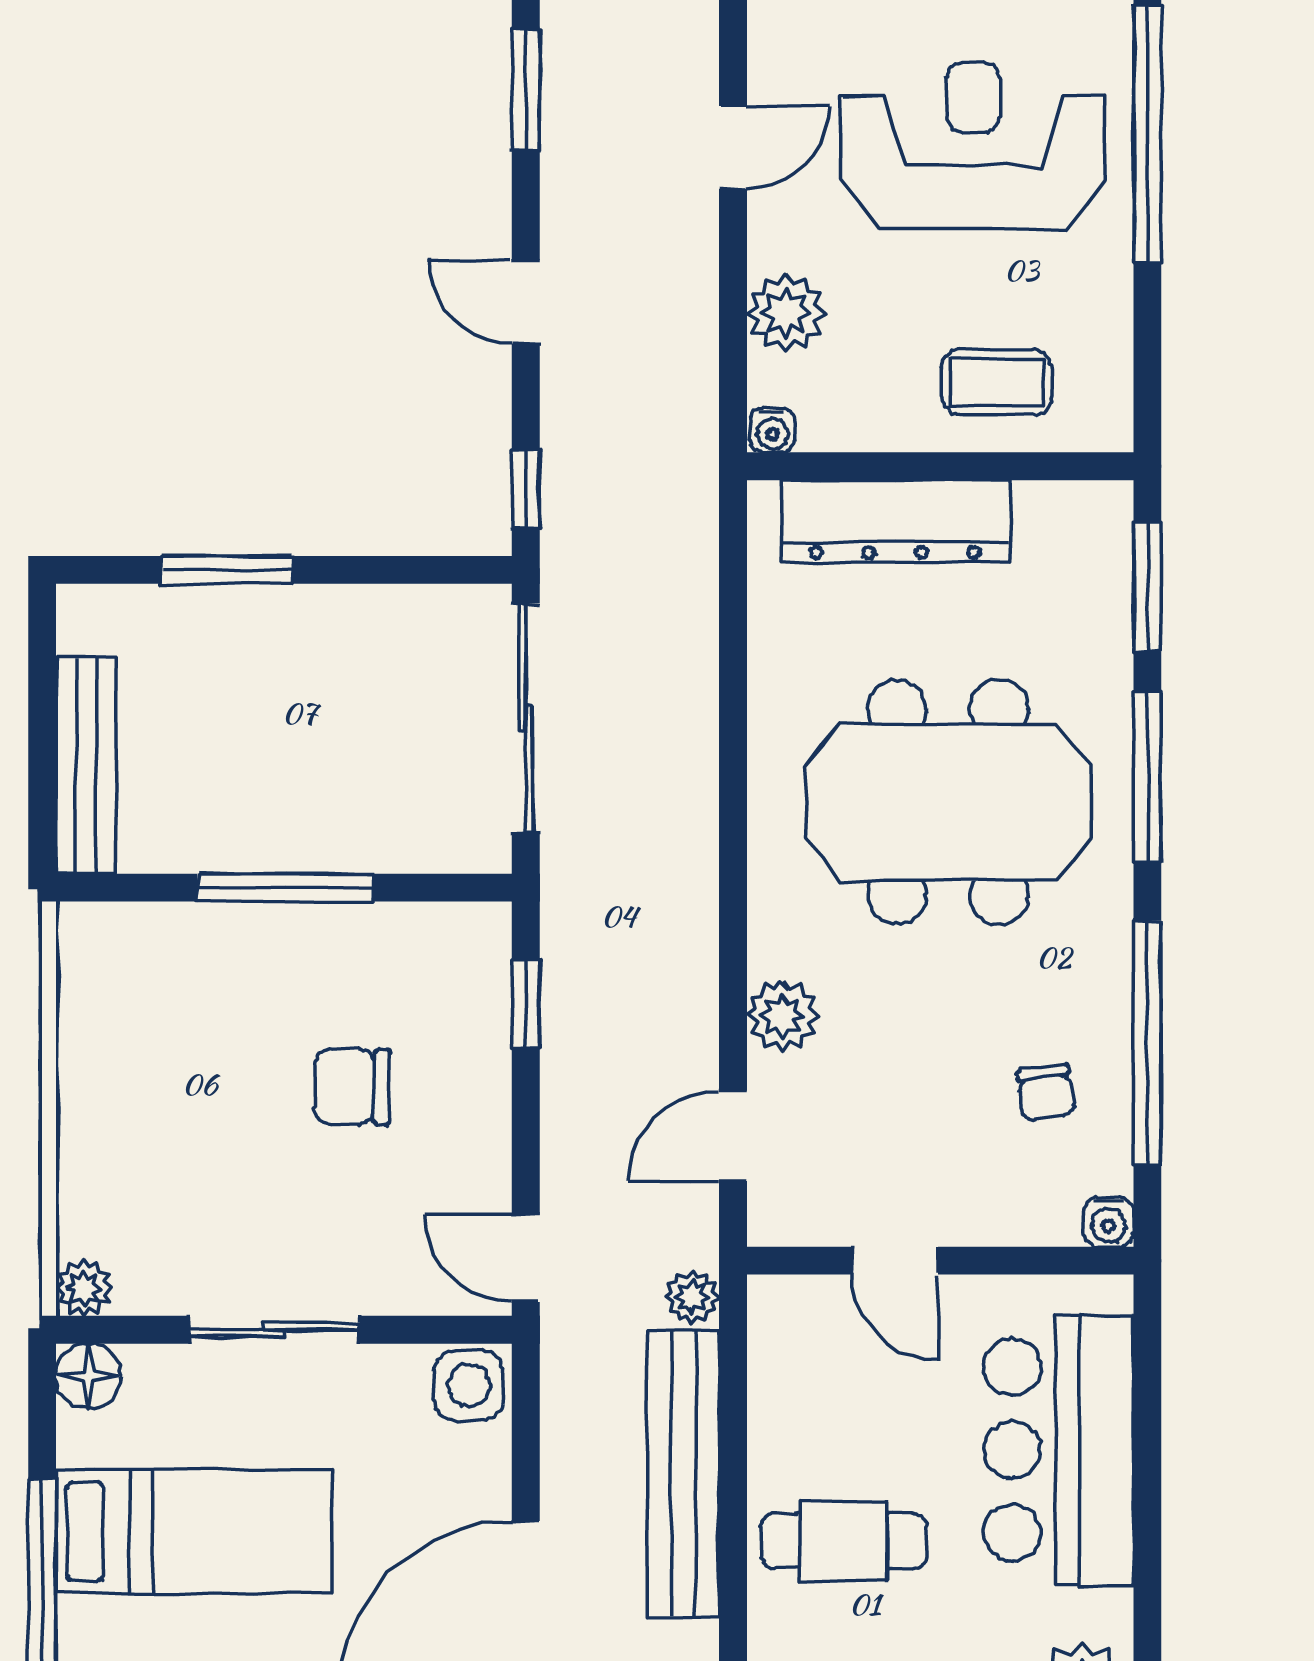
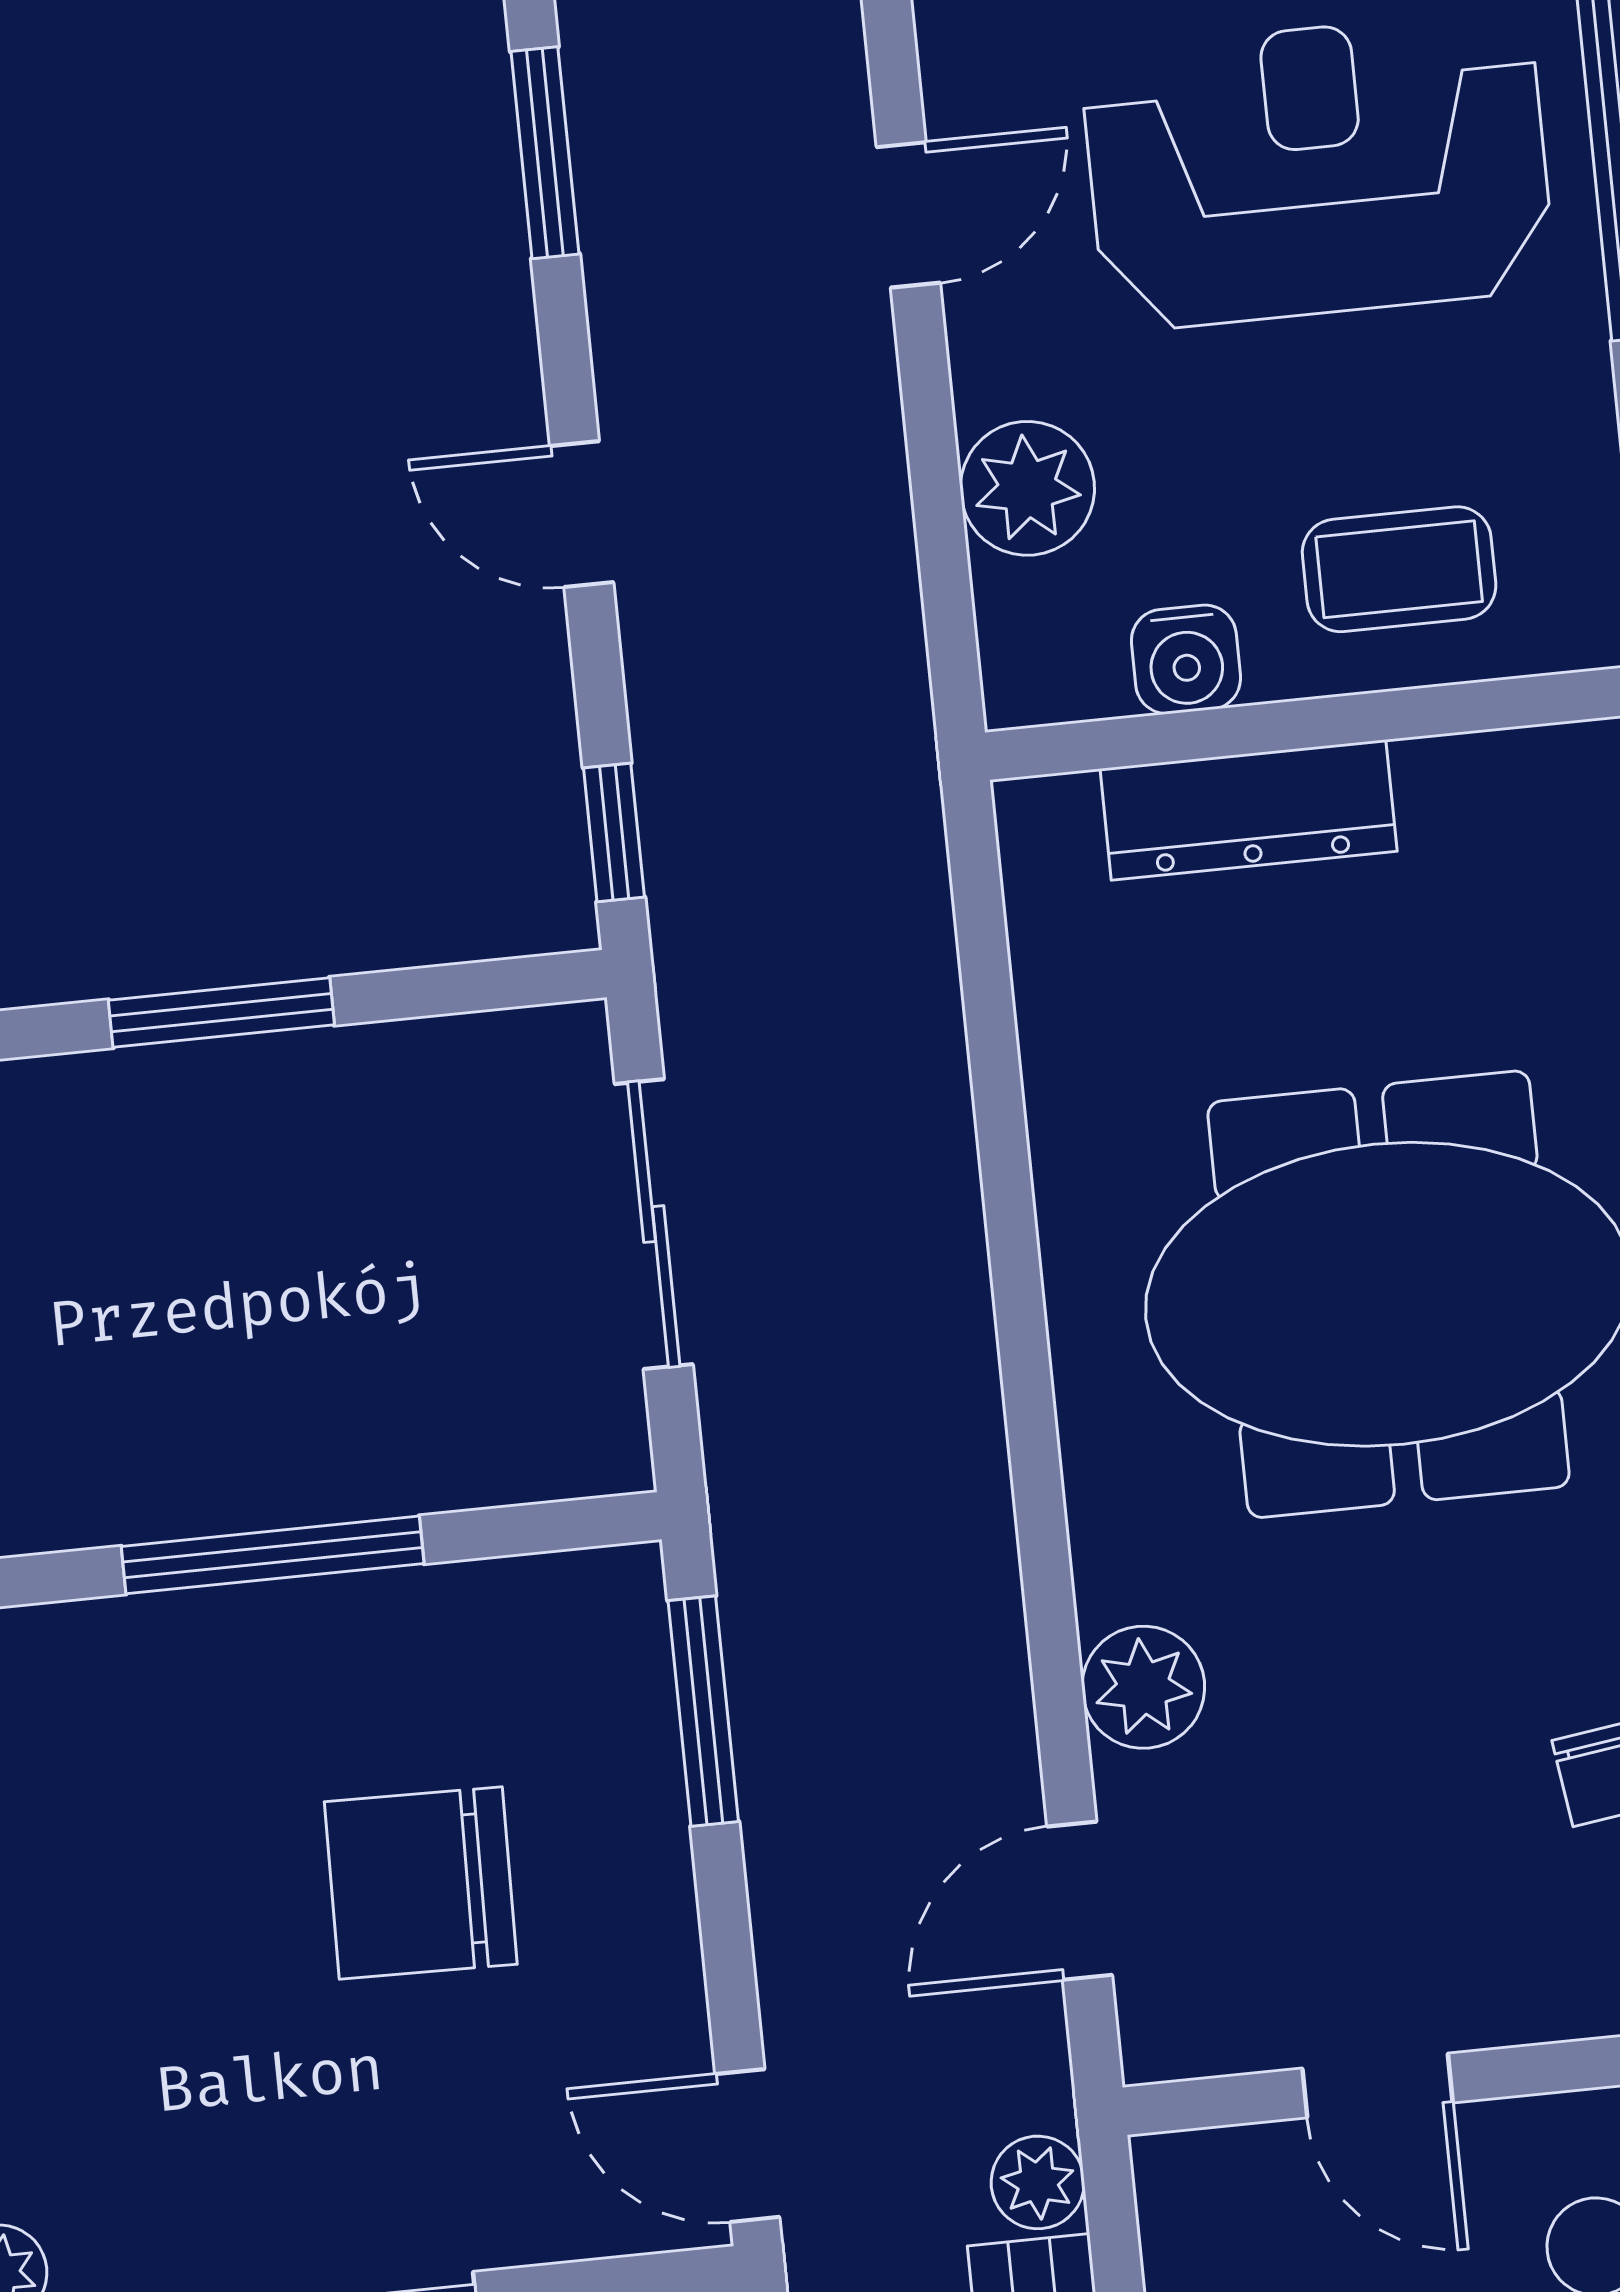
water cooler: (772, 430) -> (1186, 659), moved, width x1.38, depth x1.38
dresser: (895, 521) -> (1249, 810), width x0.73, depth x0.80
window: (227, 570) -> (221, 1013), moved
sliding door: (526, 718) -> (654, 1224), width x0.73
window: (526, 1004) -> (703, 1711), width x1.50
chair: (352, 1087) -> (421, 1883), width x1.37, depth x1.37

